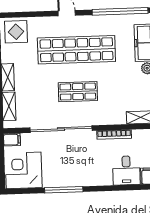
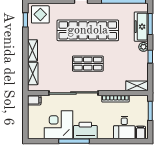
corner desk: (24, 170) -> (59, 125), moved
printer: (78, 176) -> (85, 130), added

